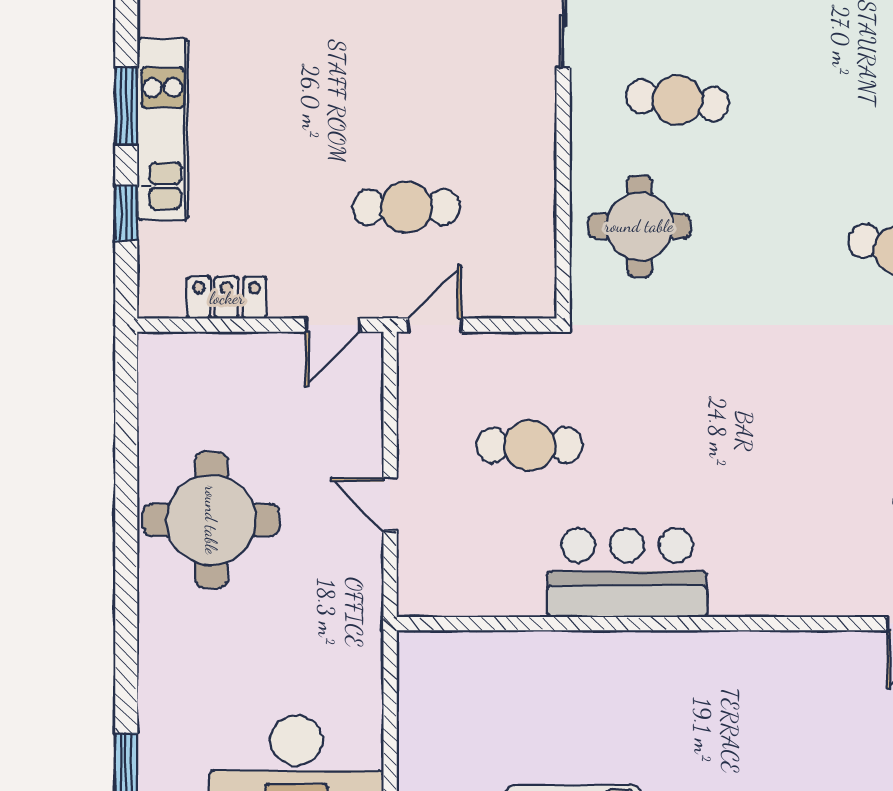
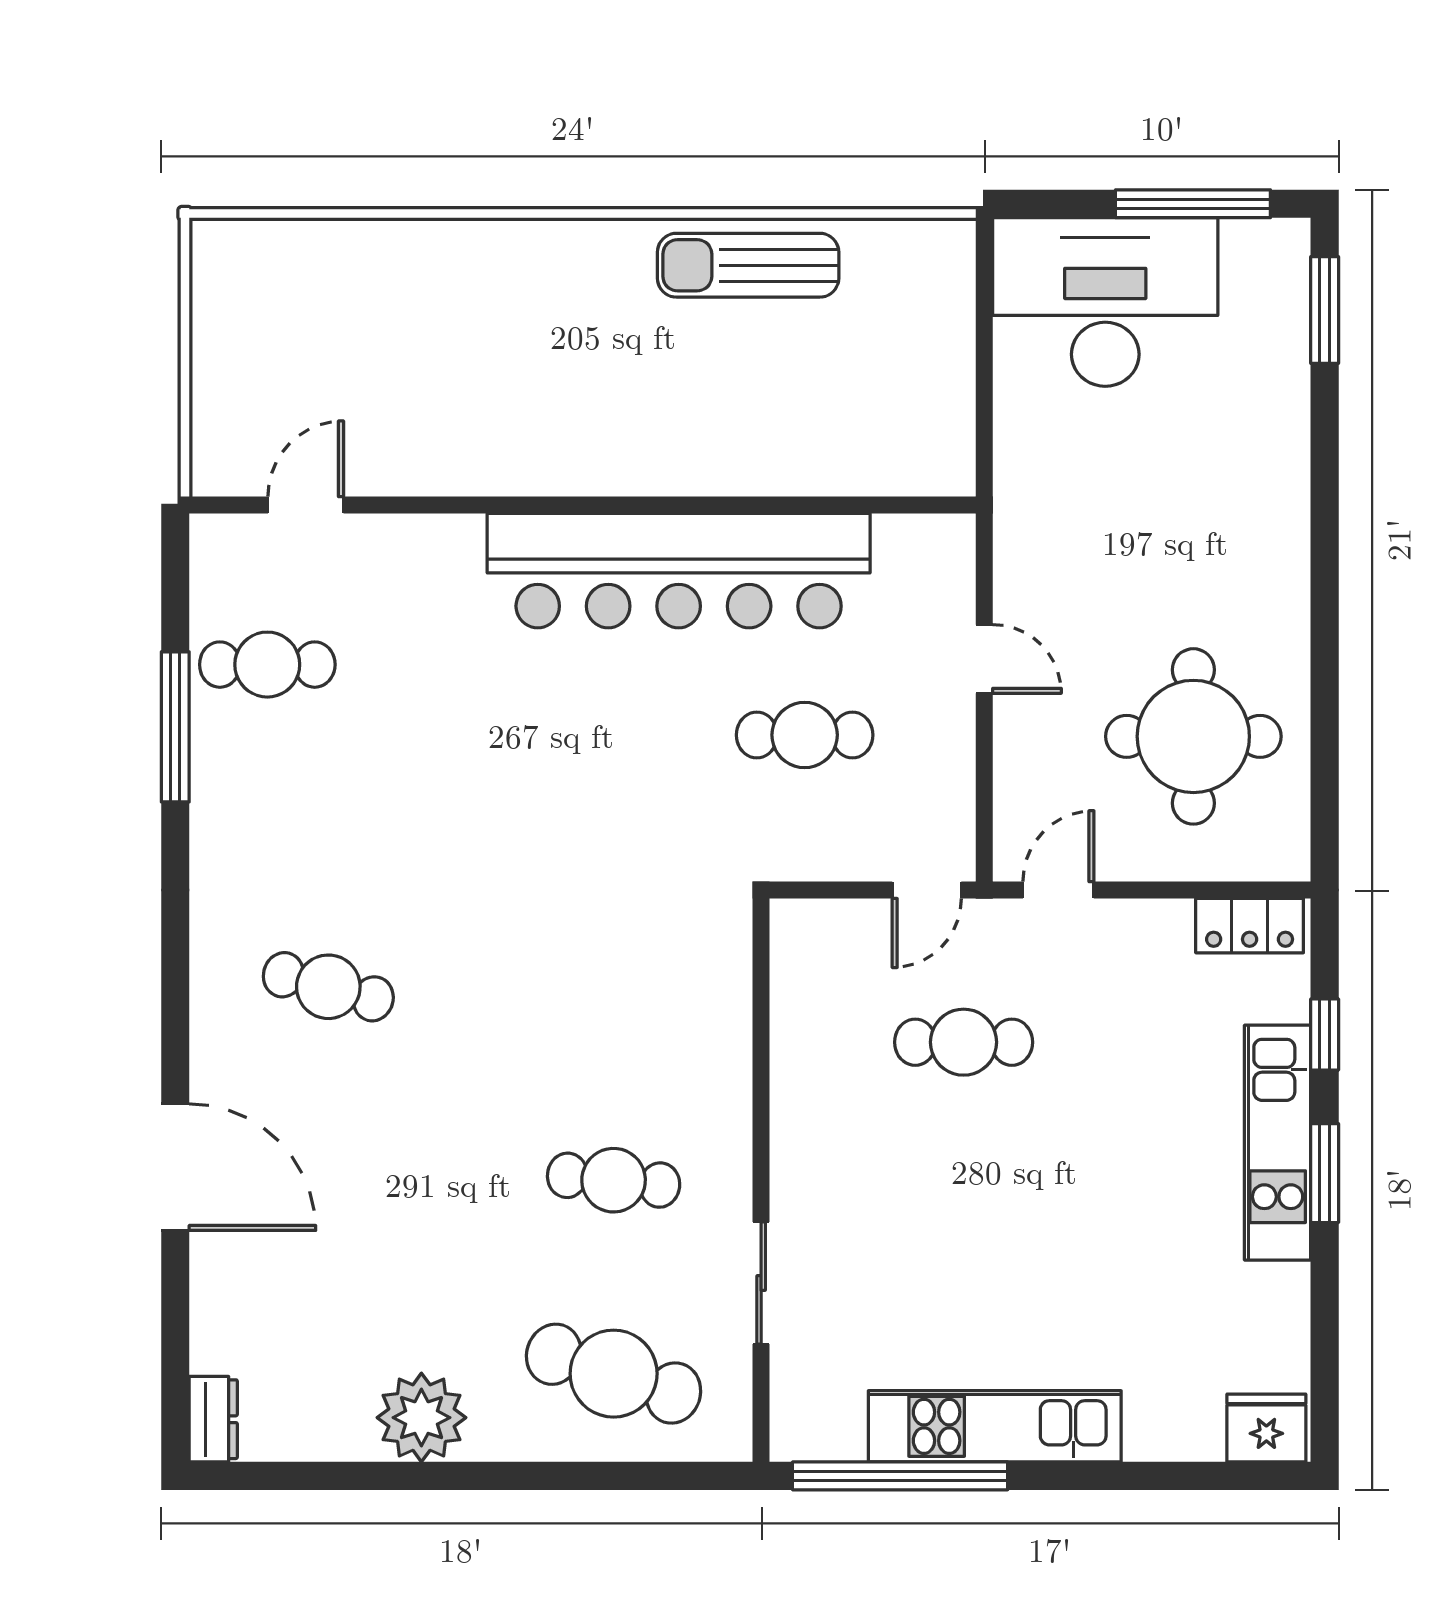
round table: (639, 226) -> (663, 1018), removed
locker: (227, 298) -> (1250, 926), moved
round table: (211, 520) -> (1193, 736), moved
bar counter: (627, 573) -> (679, 571), width x1.86

